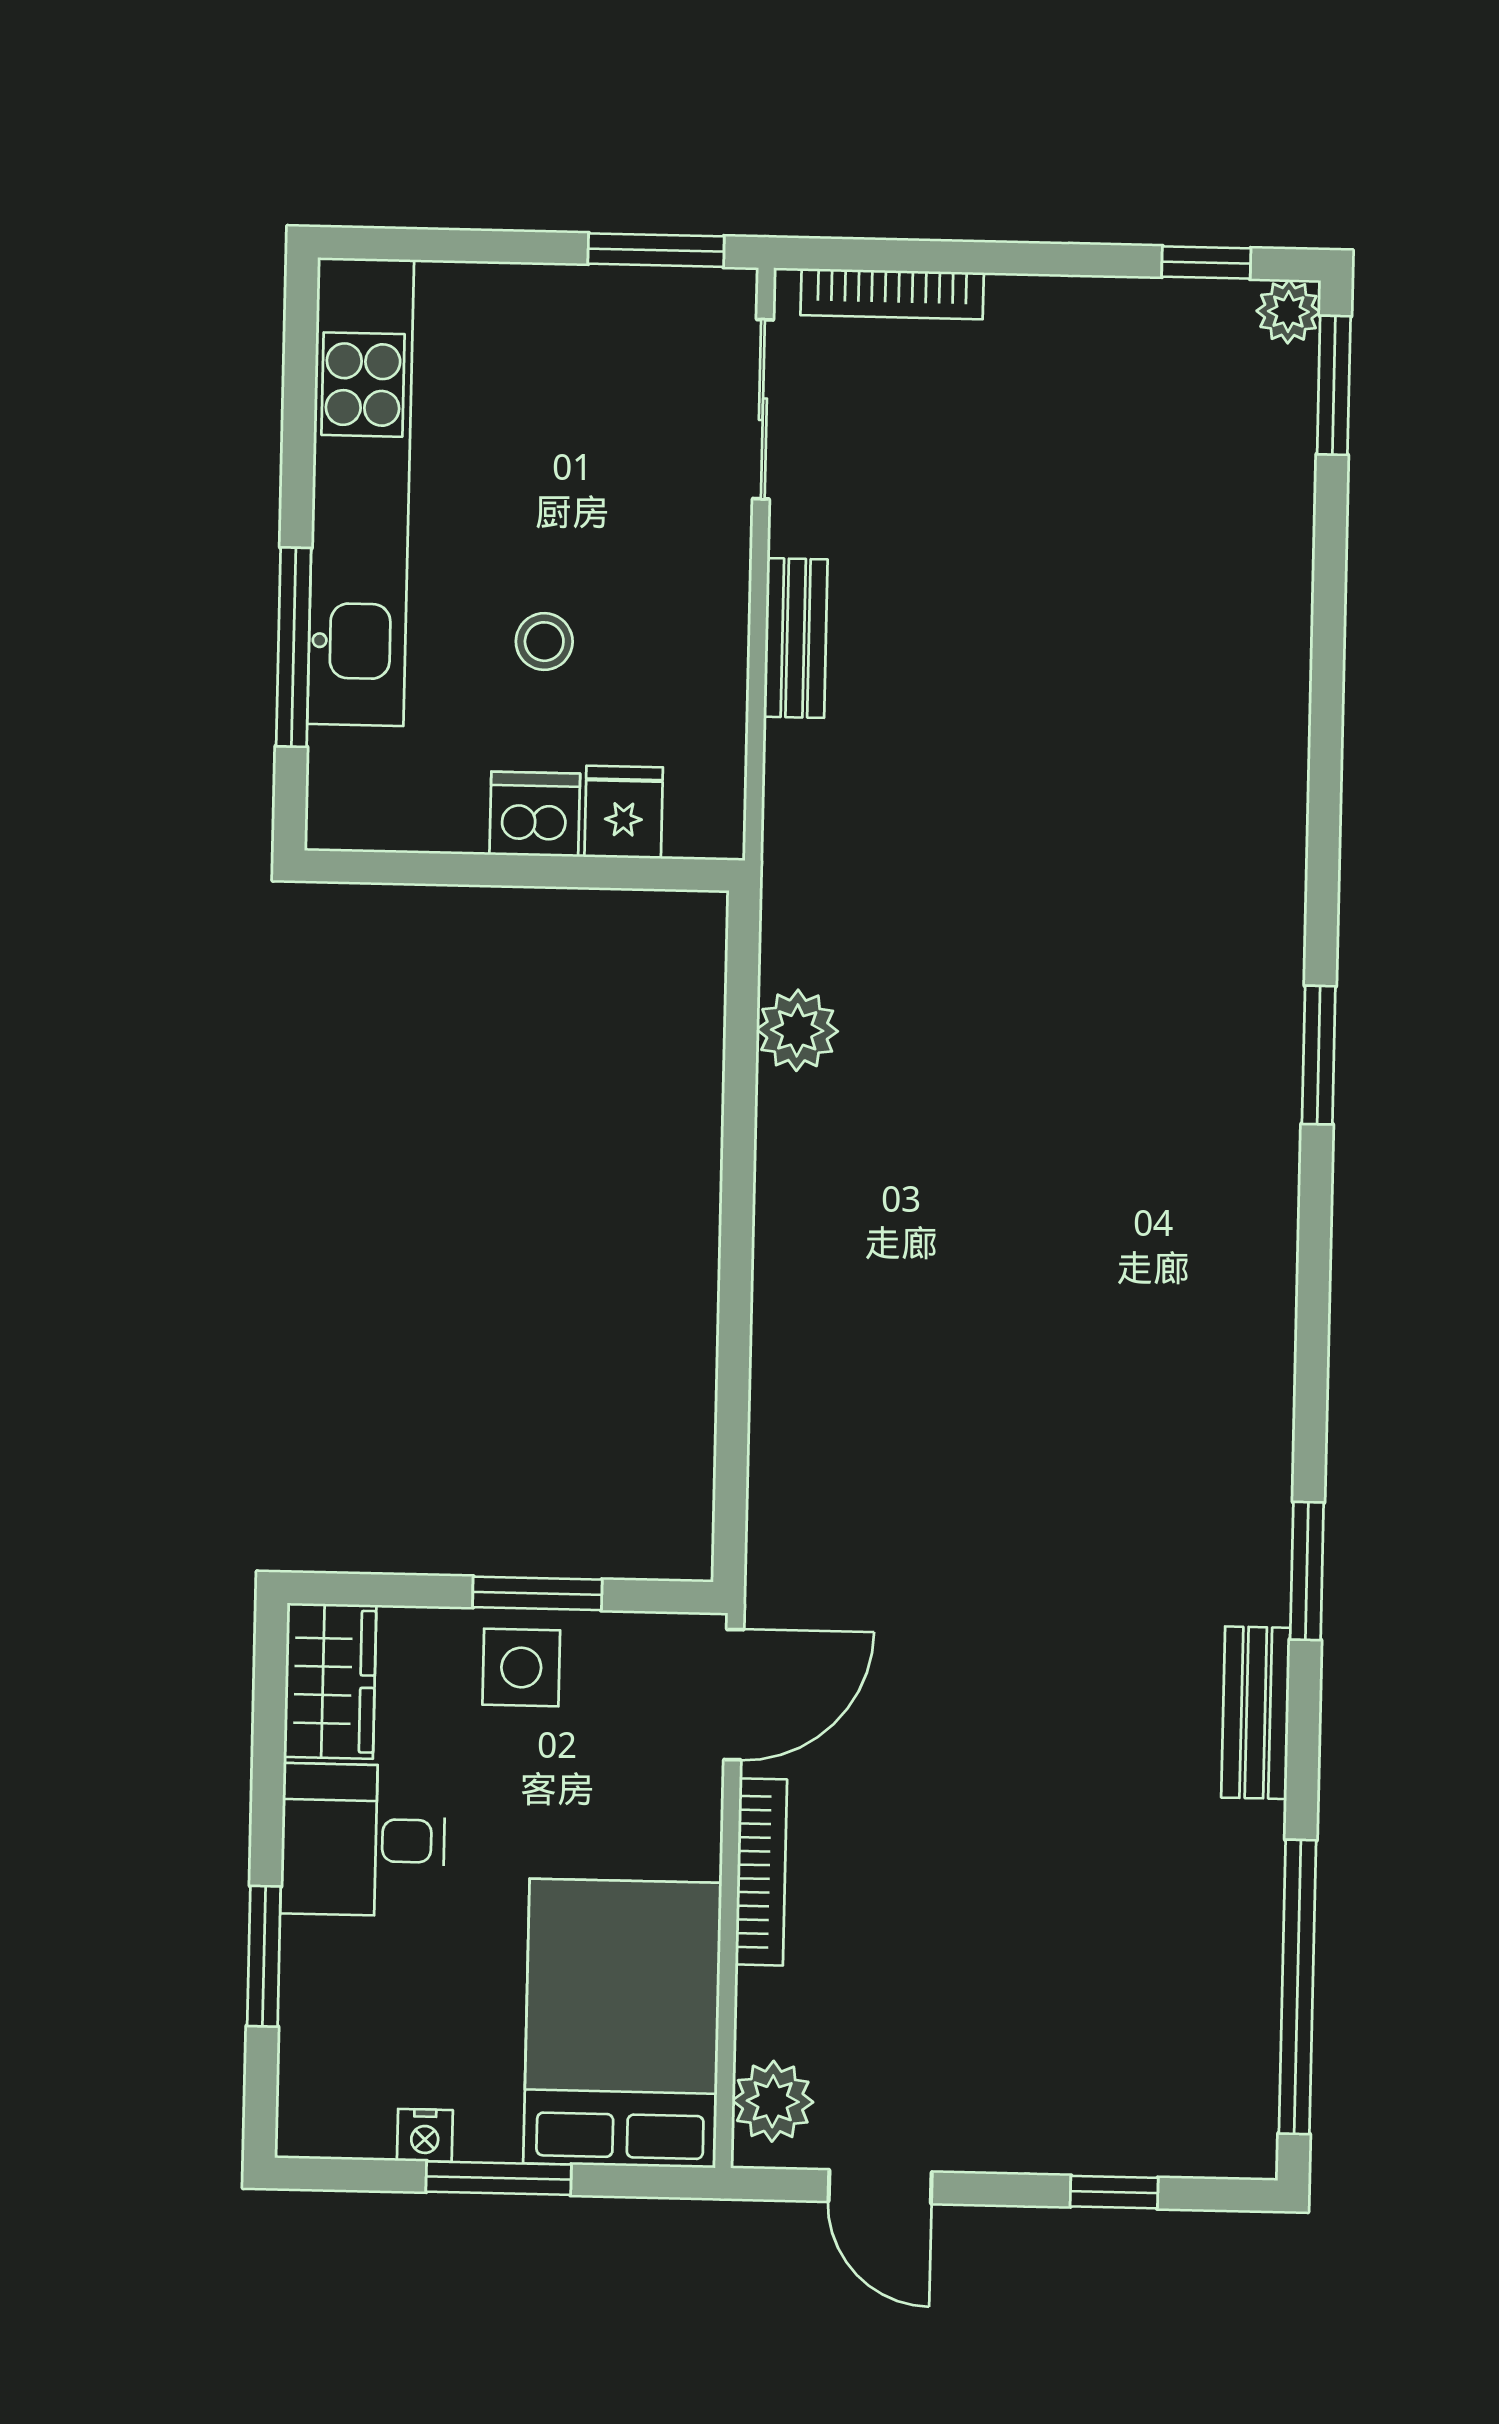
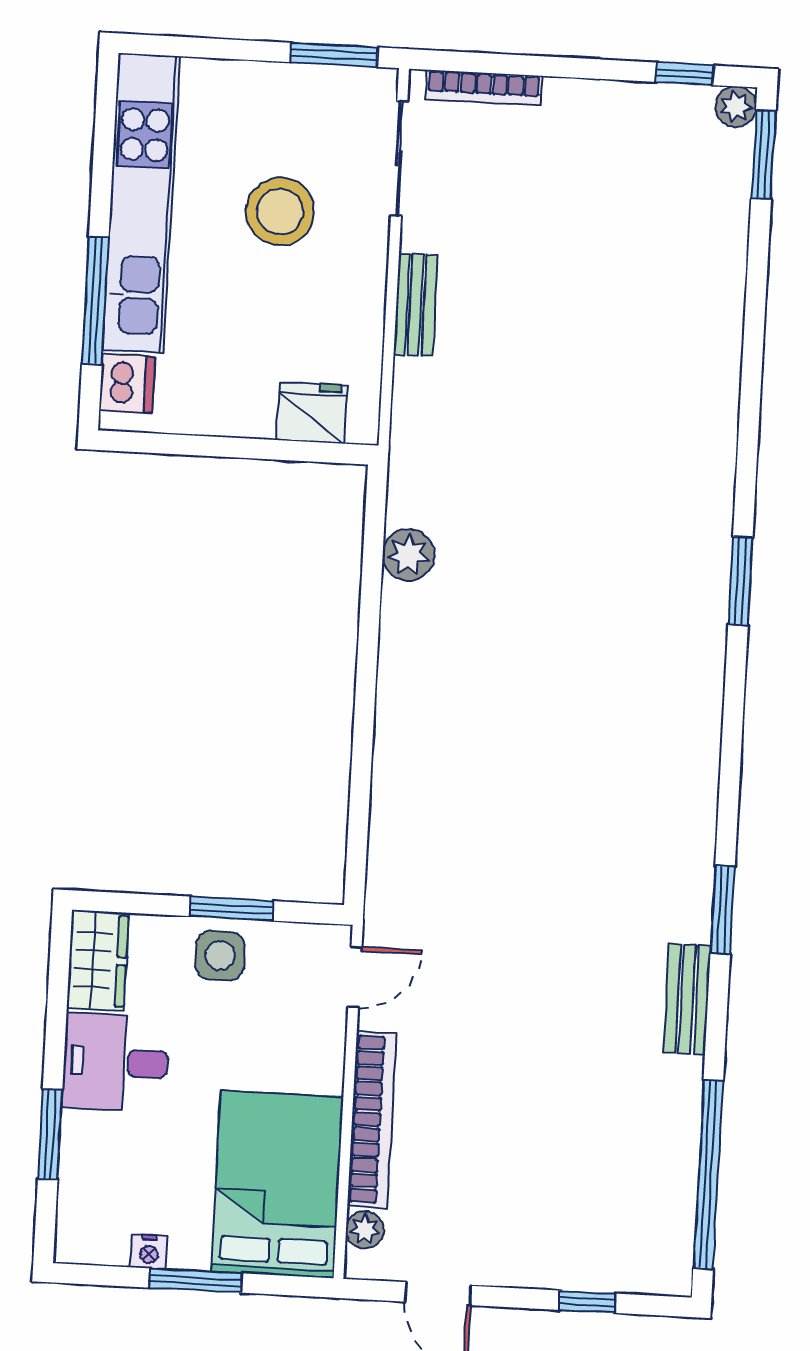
stool: (544, 642) -> (280, 211), moved, width x1.89, depth x1.89
fridge: (624, 812) -> (312, 413), width x1.38
dishwasher: (535, 814) -> (127, 383), moved, turned 90
door: (734, 1695) -> (355, 977), width x0.73
bookcase: (761, 1872) -> (372, 1119), width x1.48, depth x1.31
plant: (773, 2101) -> (365, 1230), width x0.73, depth x0.73

